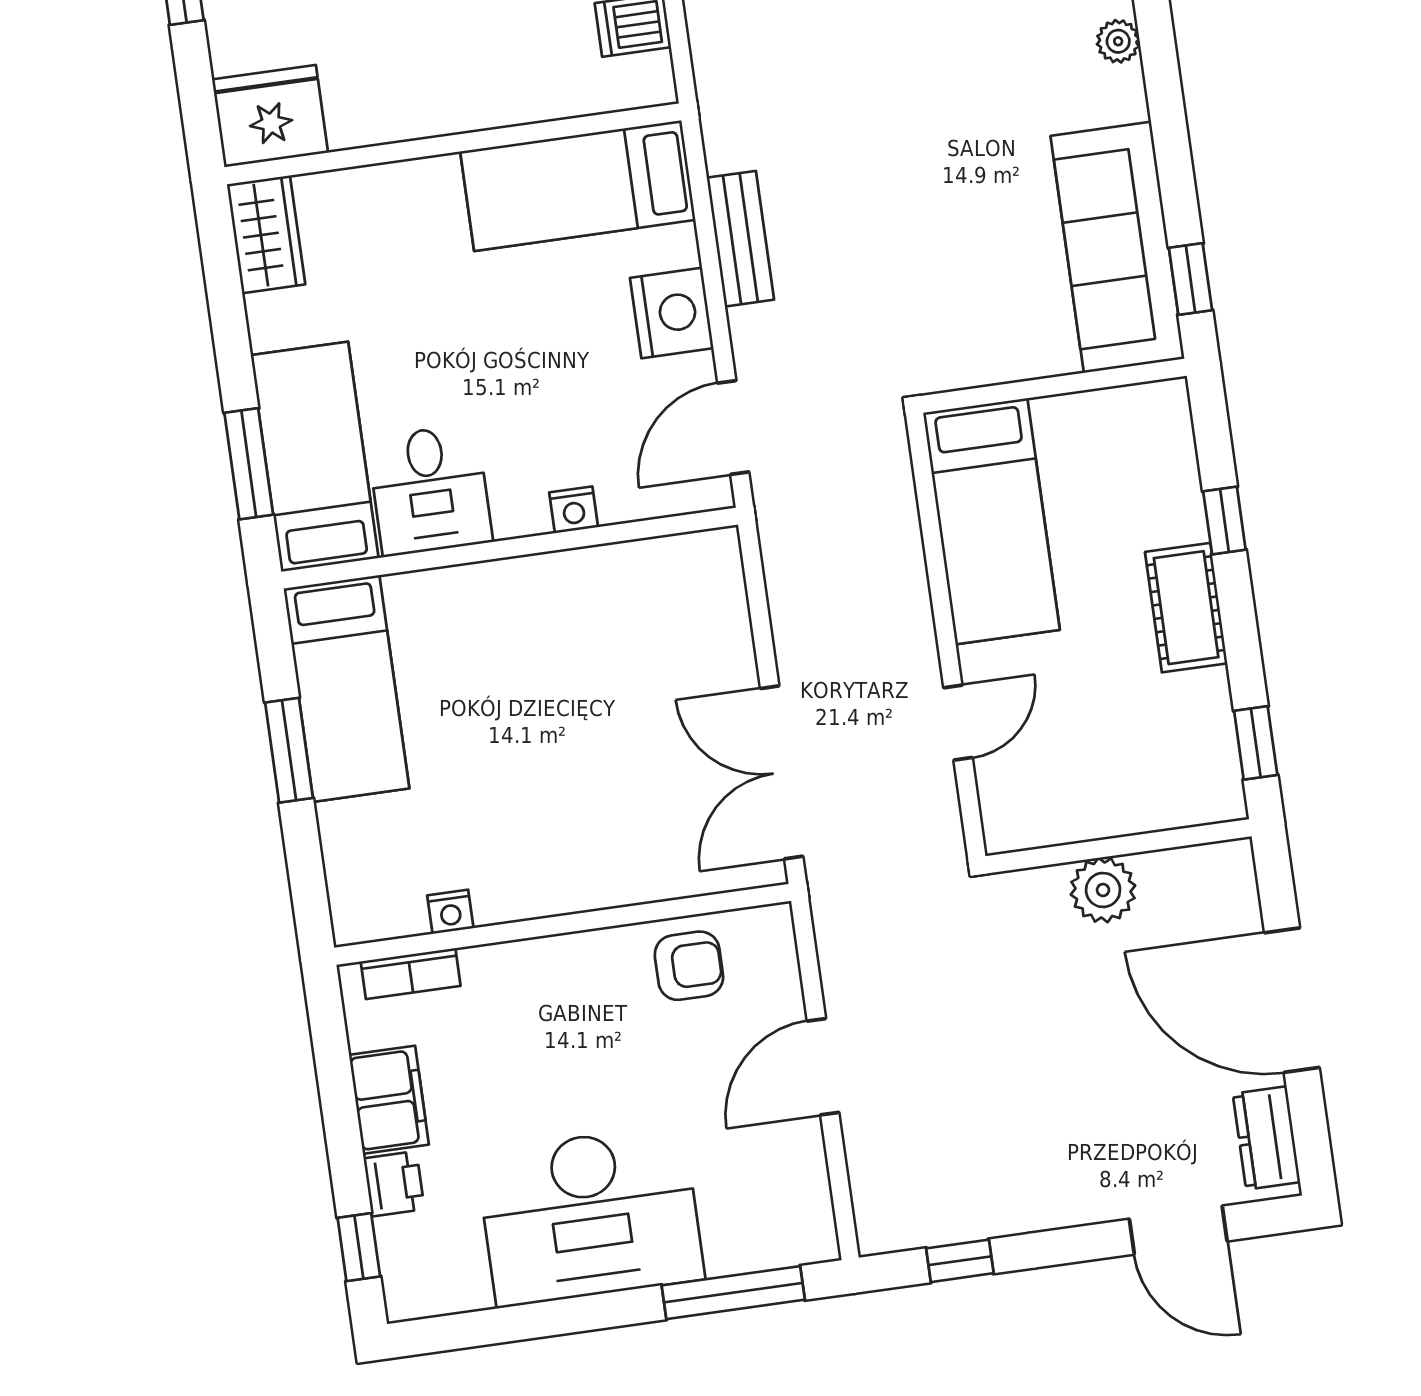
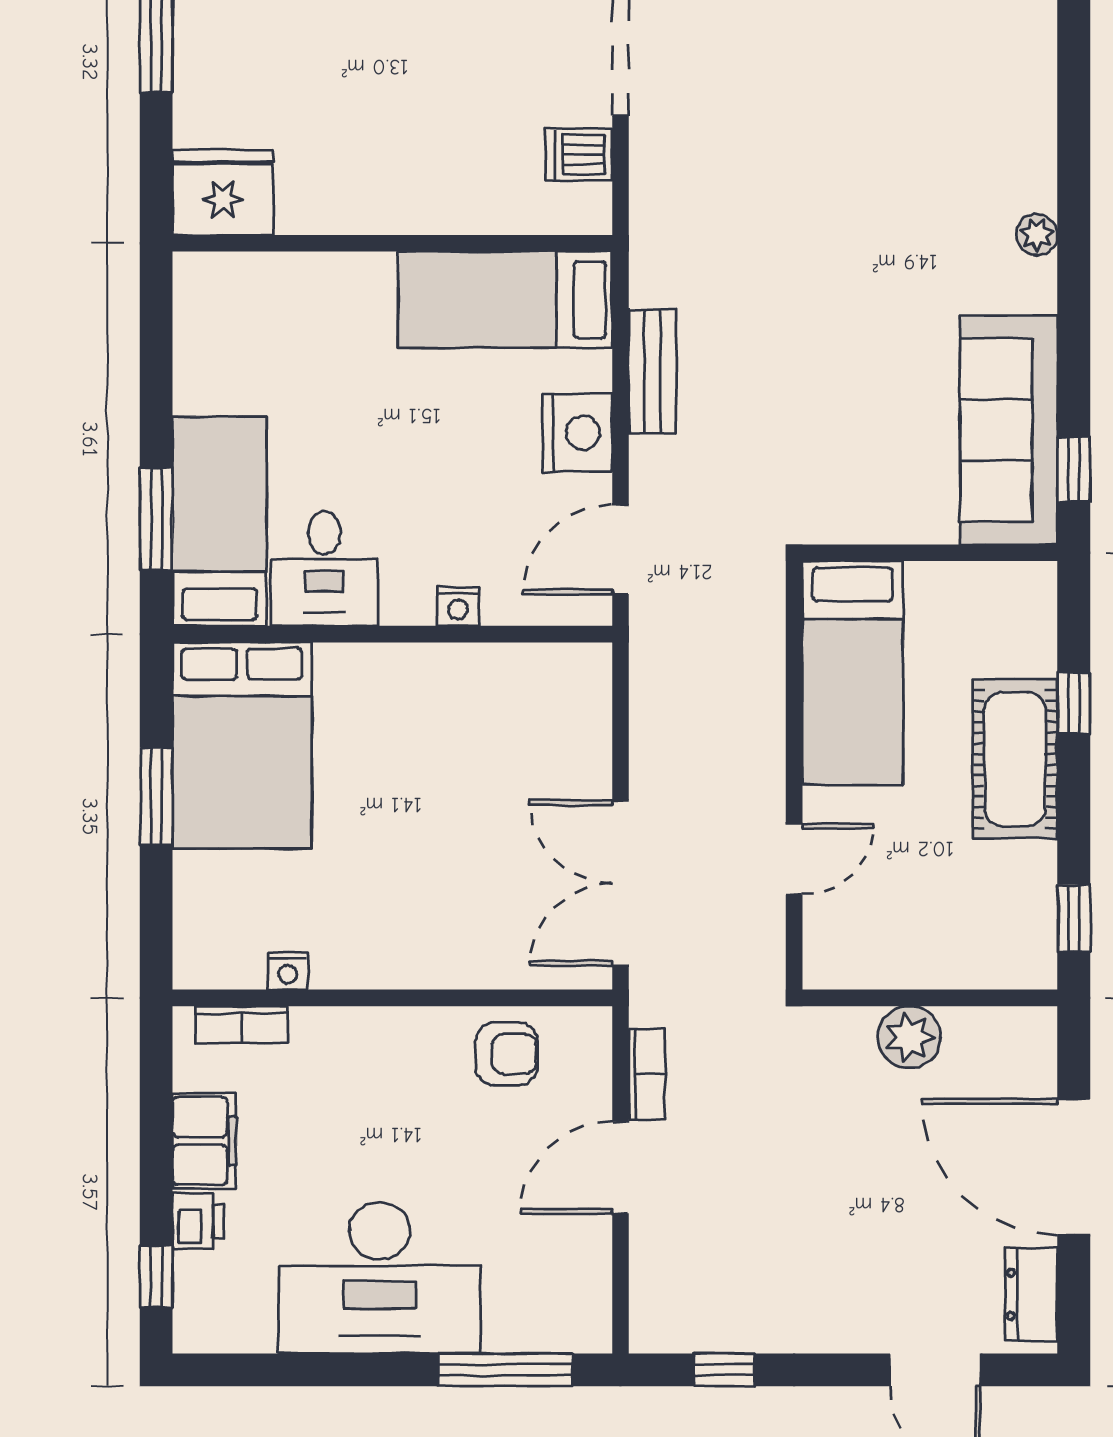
wardrobe: (266, 234) -> (203, 304), removed
cot: (1186, 608) -> (1015, 759), width x1.37, depth x1.34
bed: (346, 688) -> (242, 745), width x1.50
bookcase: (837, 966) -> (647, 1074), added

